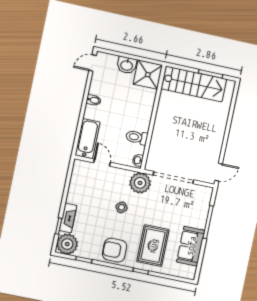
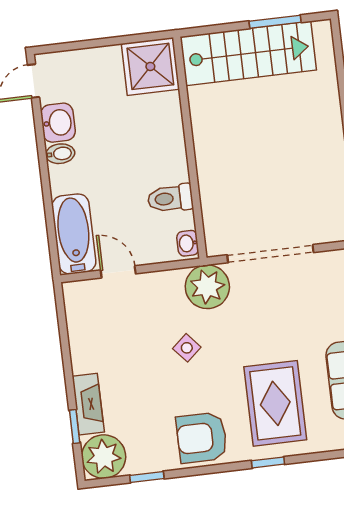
washbasin: (127, 65) -> (58, 123), moved, turned -90

